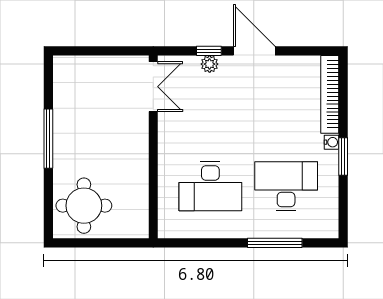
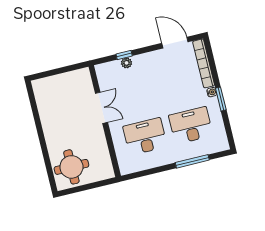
door: (254, 51) -> (175, 43), moved
double door: (153, 87) -> (101, 108), moved
window: (48, 139) -> (40, 132), removed
desk: (210, 186) -> (145, 137), turned 180

